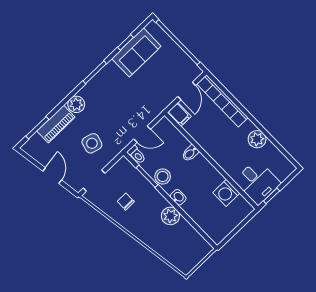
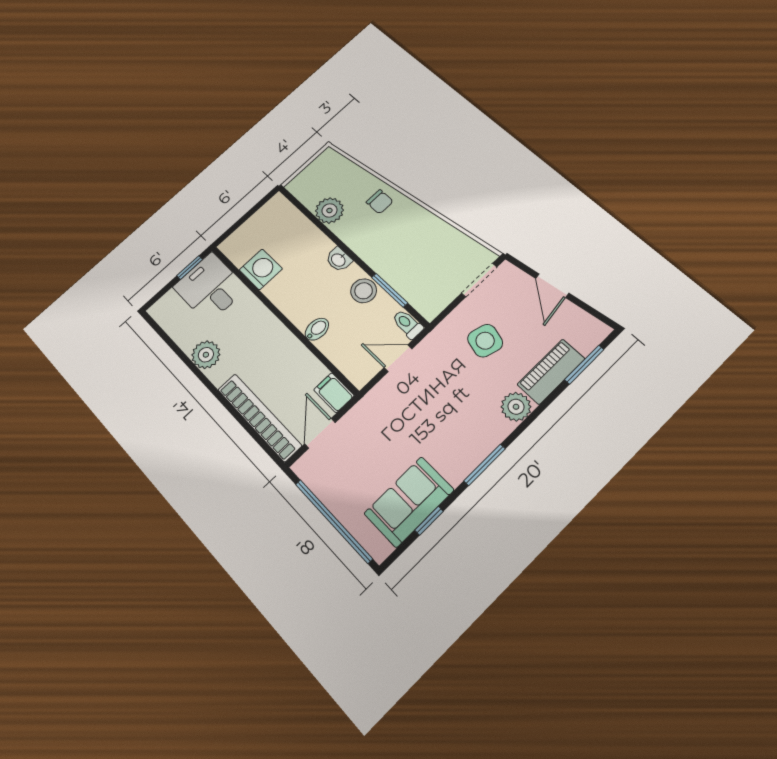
chair: (126, 202) -> (380, 202), moved
plant: (170, 216) -> (329, 210), moved

